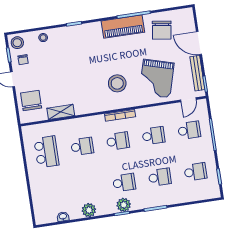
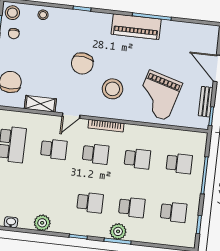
chair: (162, 30) -> (82, 63), moved
bench: (197, 73) -> (206, 102), width x0.73
door: (188, 100) -> (71, 116), moved
plant: (124, 205) -> (118, 231), moved

